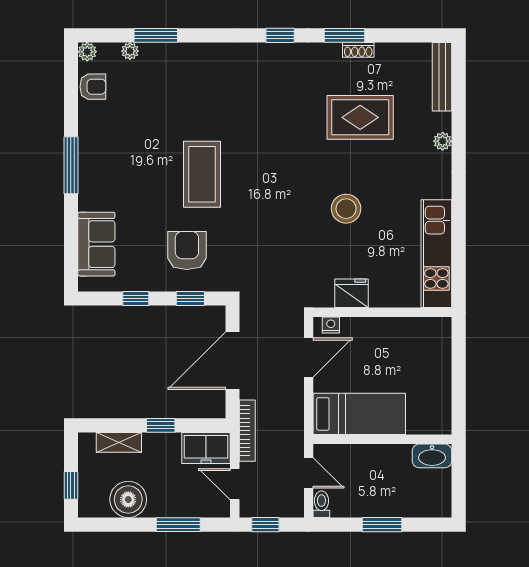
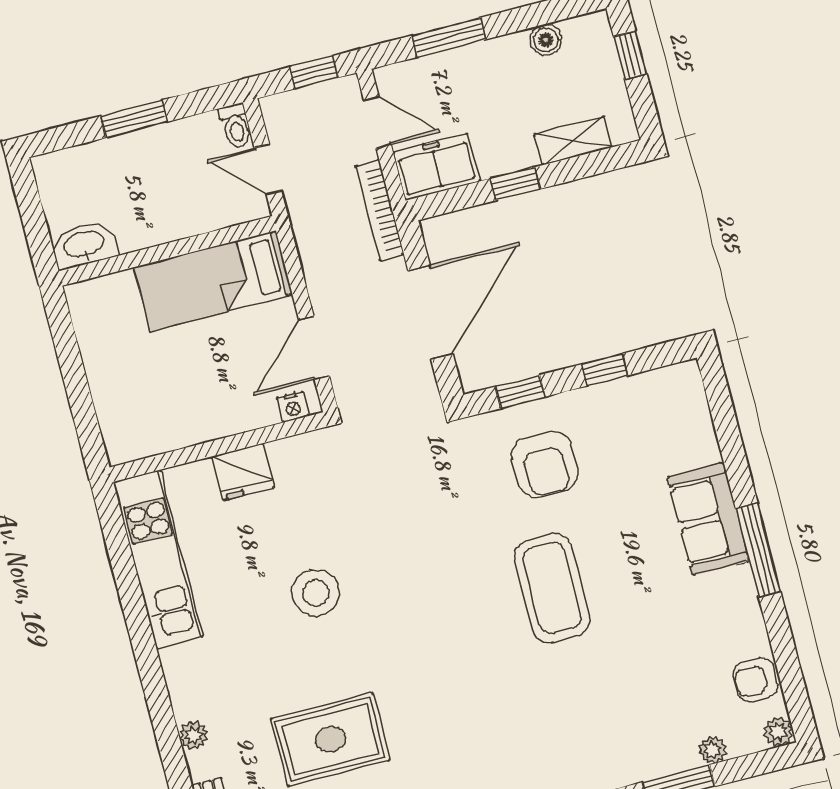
sofa: (96, 244) -> (708, 519), moved
fridge: (351, 293) -> (243, 472), moved
boiler: (128, 499) -> (546, 40), width x0.54, depth x0.54

